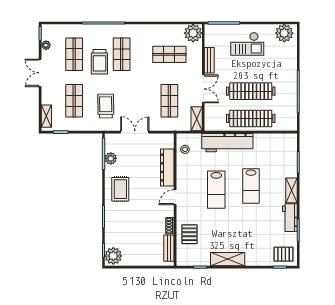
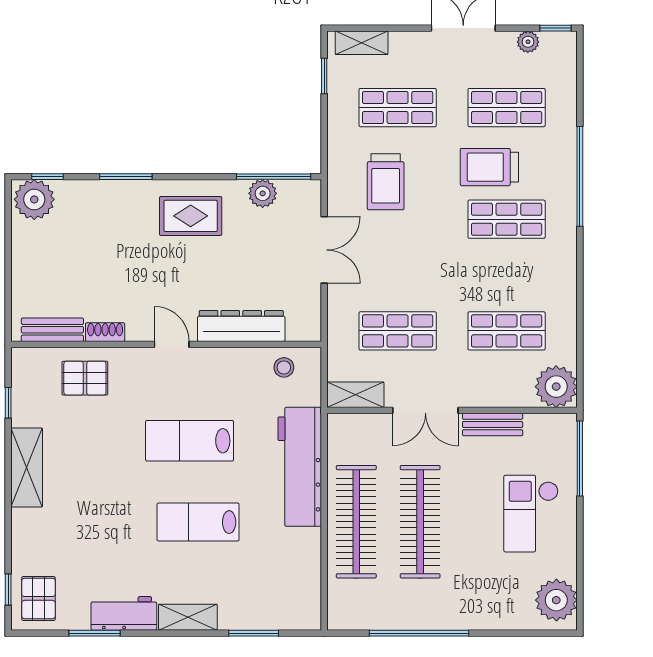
shop shelf: (169, 54) -> (507, 331), turned 90
trolley: (106, 106) -> (386, 182), turned 91

